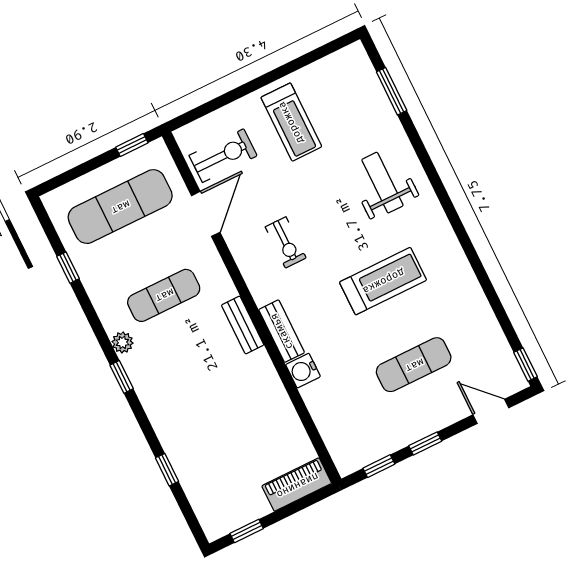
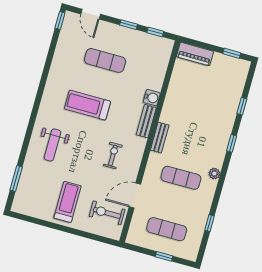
window: (132, 145) -> (164, 256), moved
exercise mat: (120, 207) -> (167, 229), width x0.73, depth x0.69
window: (122, 377) -> (232, 143), moved

